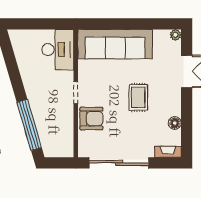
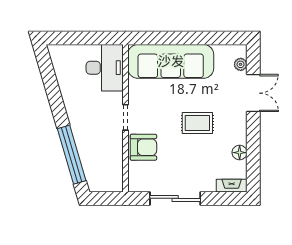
plant: (176, 35) -> (241, 64), moved
rug: (138, 98) -> (197, 123), turned 90
sliding door: (119, 163) -> (175, 198), width x0.73

